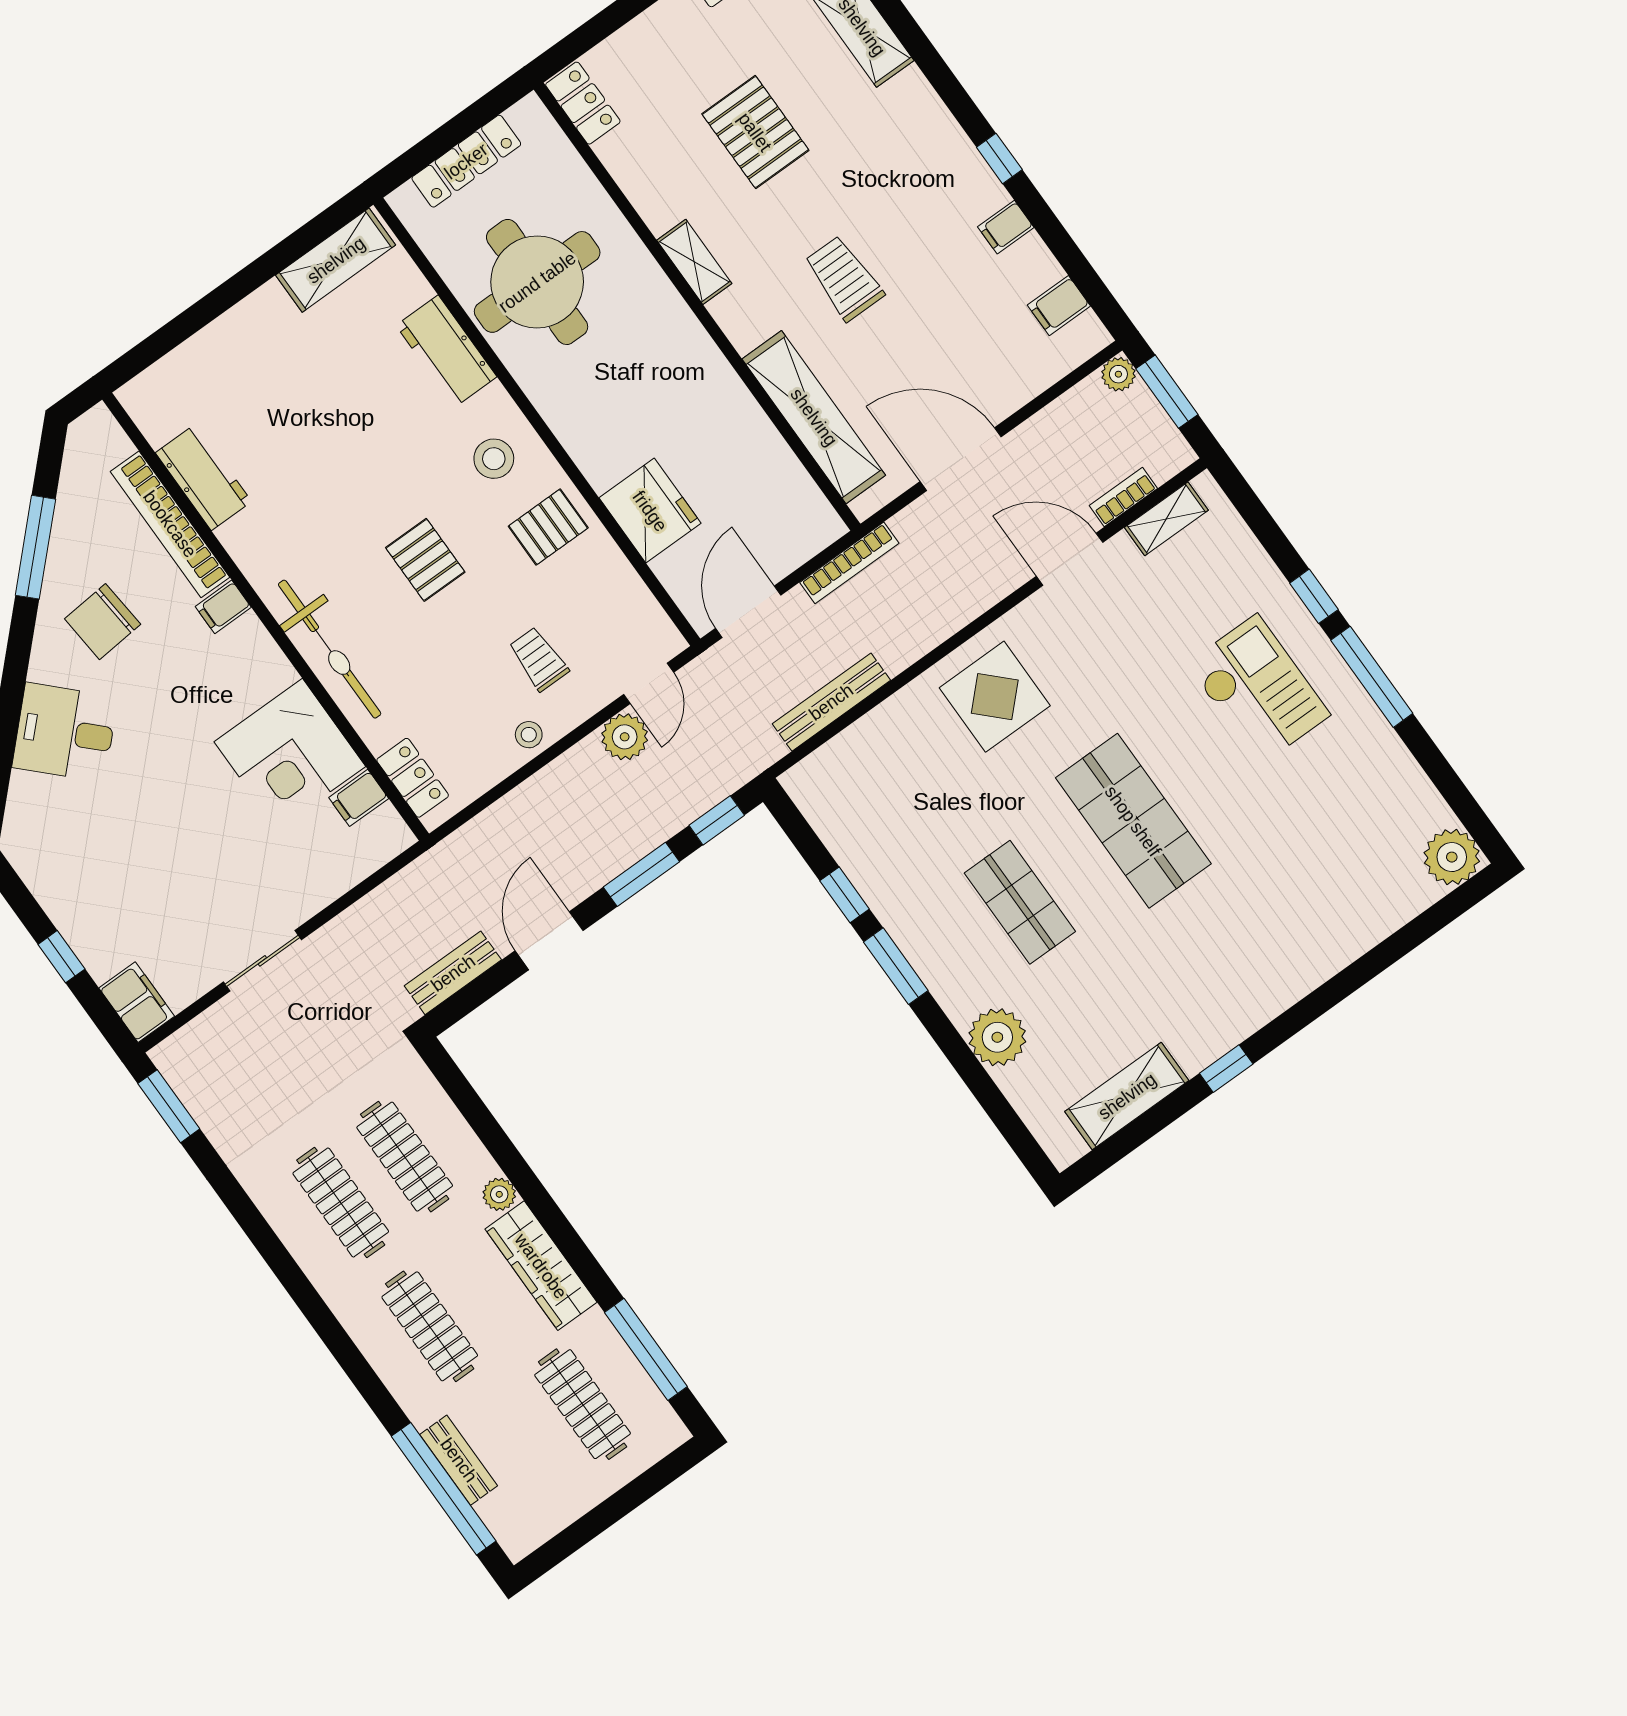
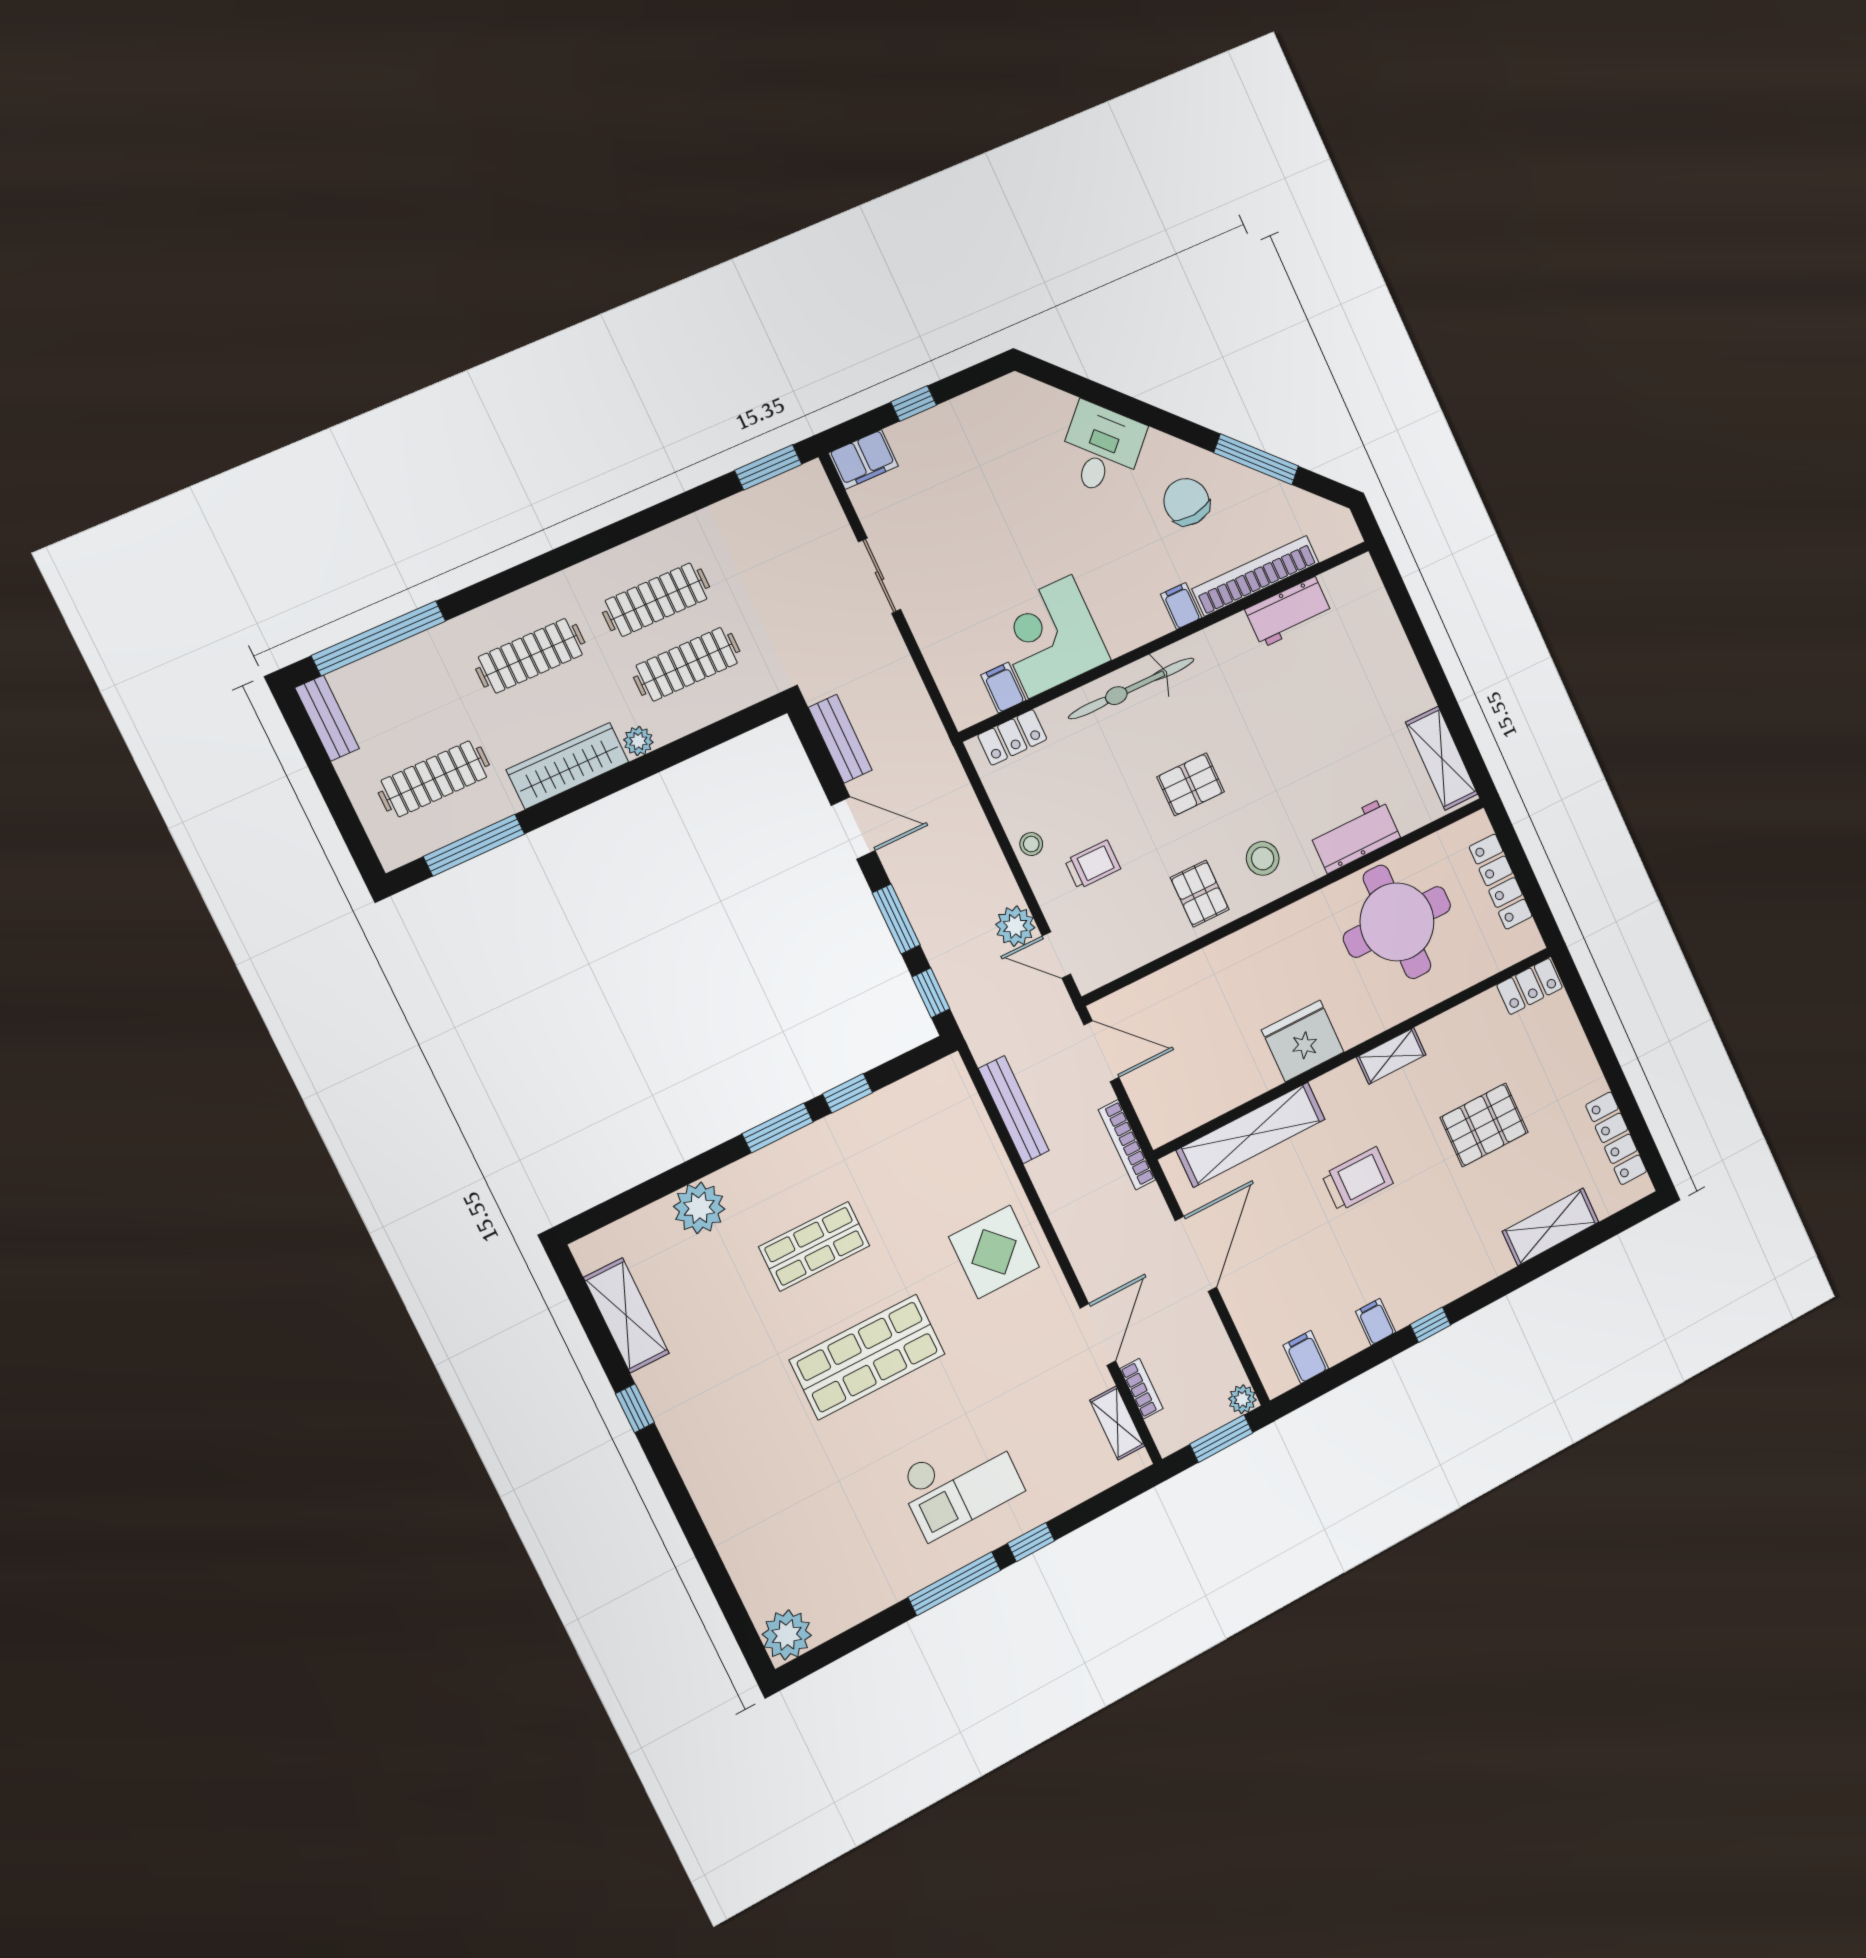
fridge: (650, 511) -> (1303, 1041), moved, turned 180
bench: (459, 1460) -> (327, 718), moved, turned 90

